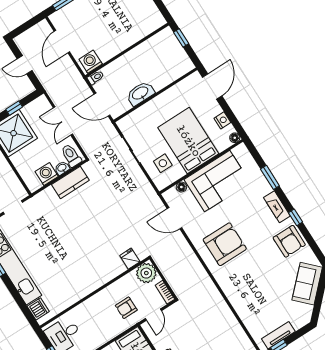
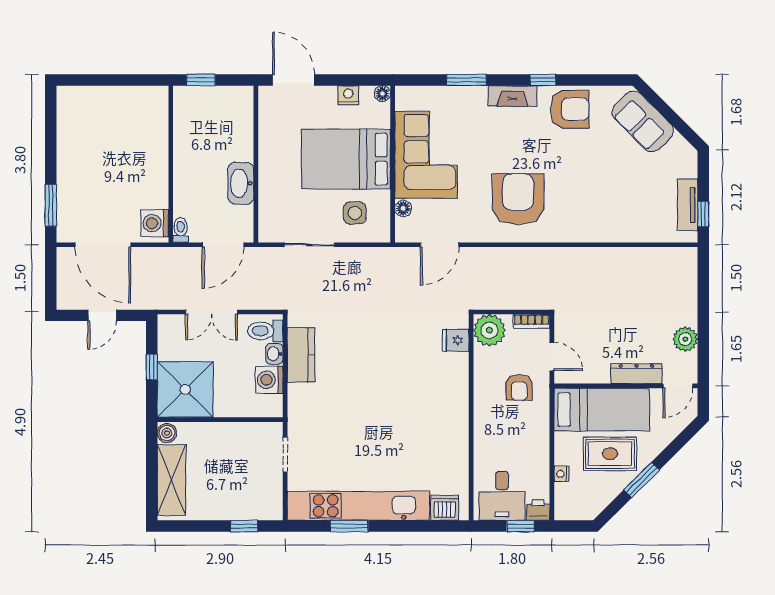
door: (62, 42) -> (103, 245), width x1.36

